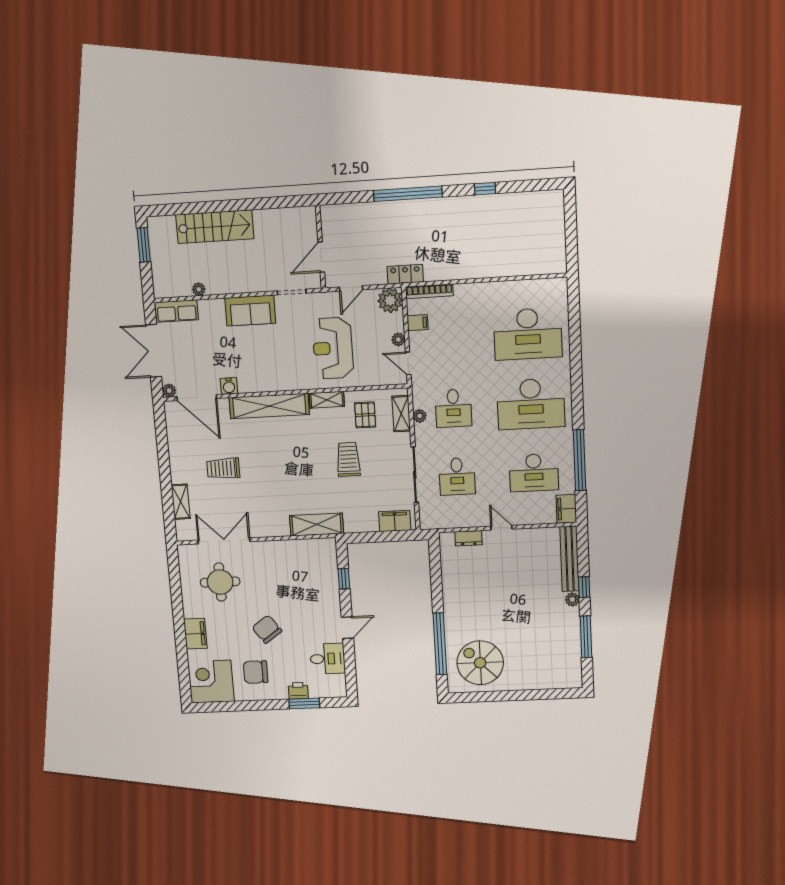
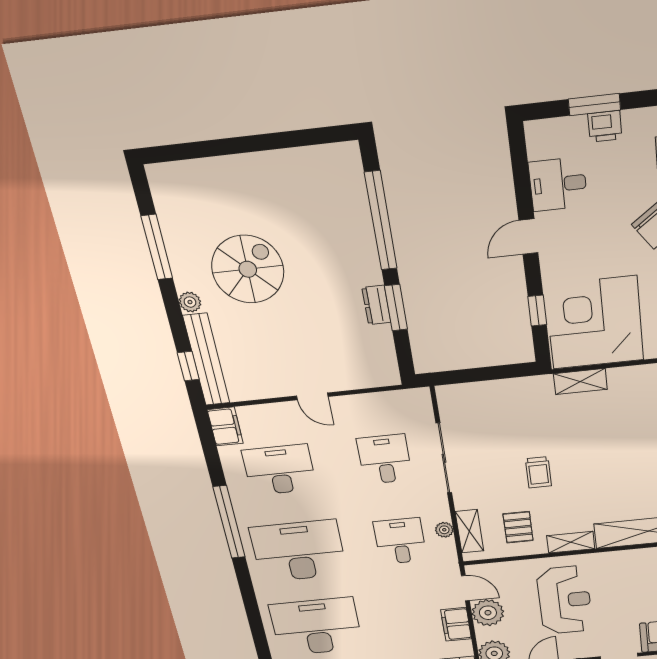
filing cabinet: (418, 323) -> (456, 624), width x2.00
plant: (398, 339) -> (488, 613), width x1.88, depth x1.88
trolley: (348, 459) -> (538, 472), width x0.73, depth x0.72
window: (579, 460) -> (229, 522), moved
filing cabinet: (395, 521) -> (467, 396), removed
shelving: (317, 525) -> (580, 381), width x0.67, depth x0.75
dresser: (468, 538) -> (376, 305), moved, turned -90
corner desk: (306, 568) -> (595, 323), added
window: (437, 587) -> (396, 308), added
window: (584, 587) -> (188, 366), moved
spiral stairs: (480, 663) -> (248, 269), moved, turned -90

